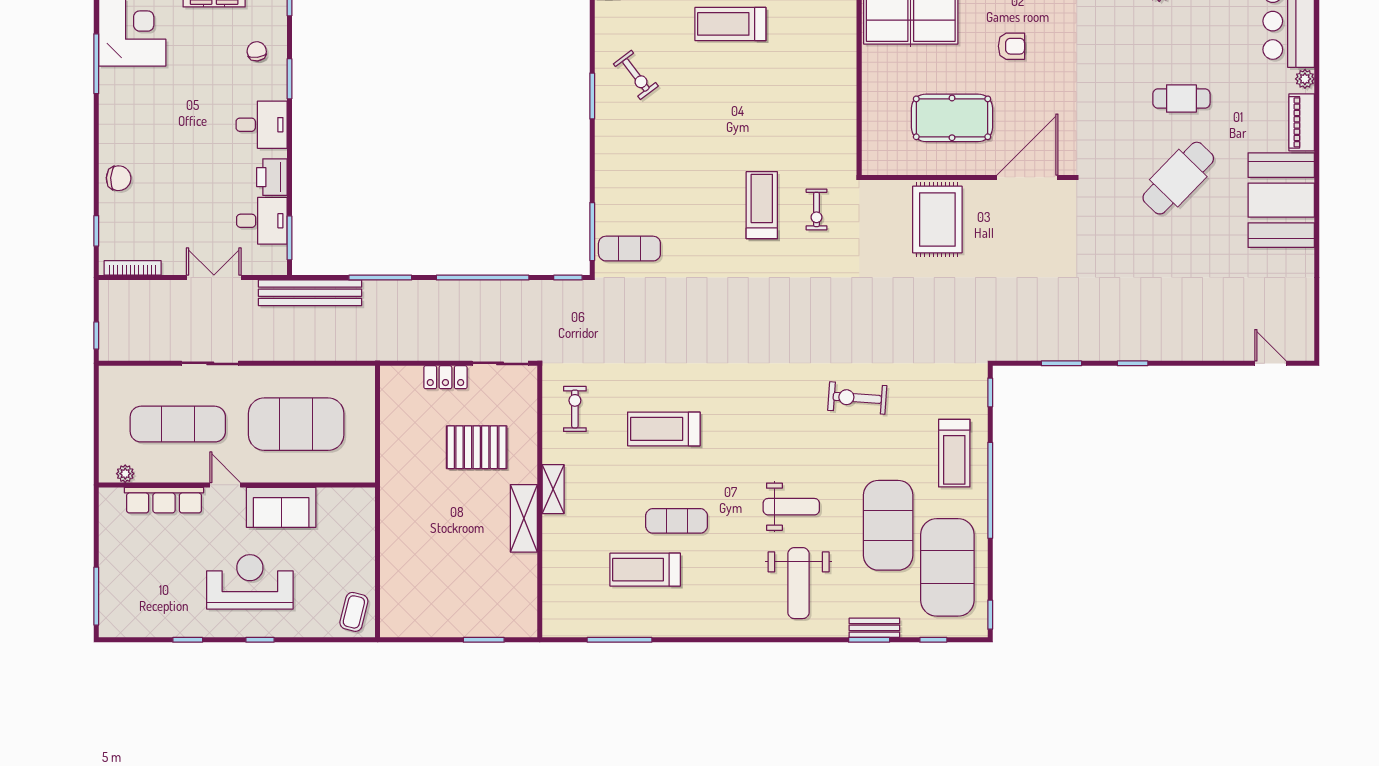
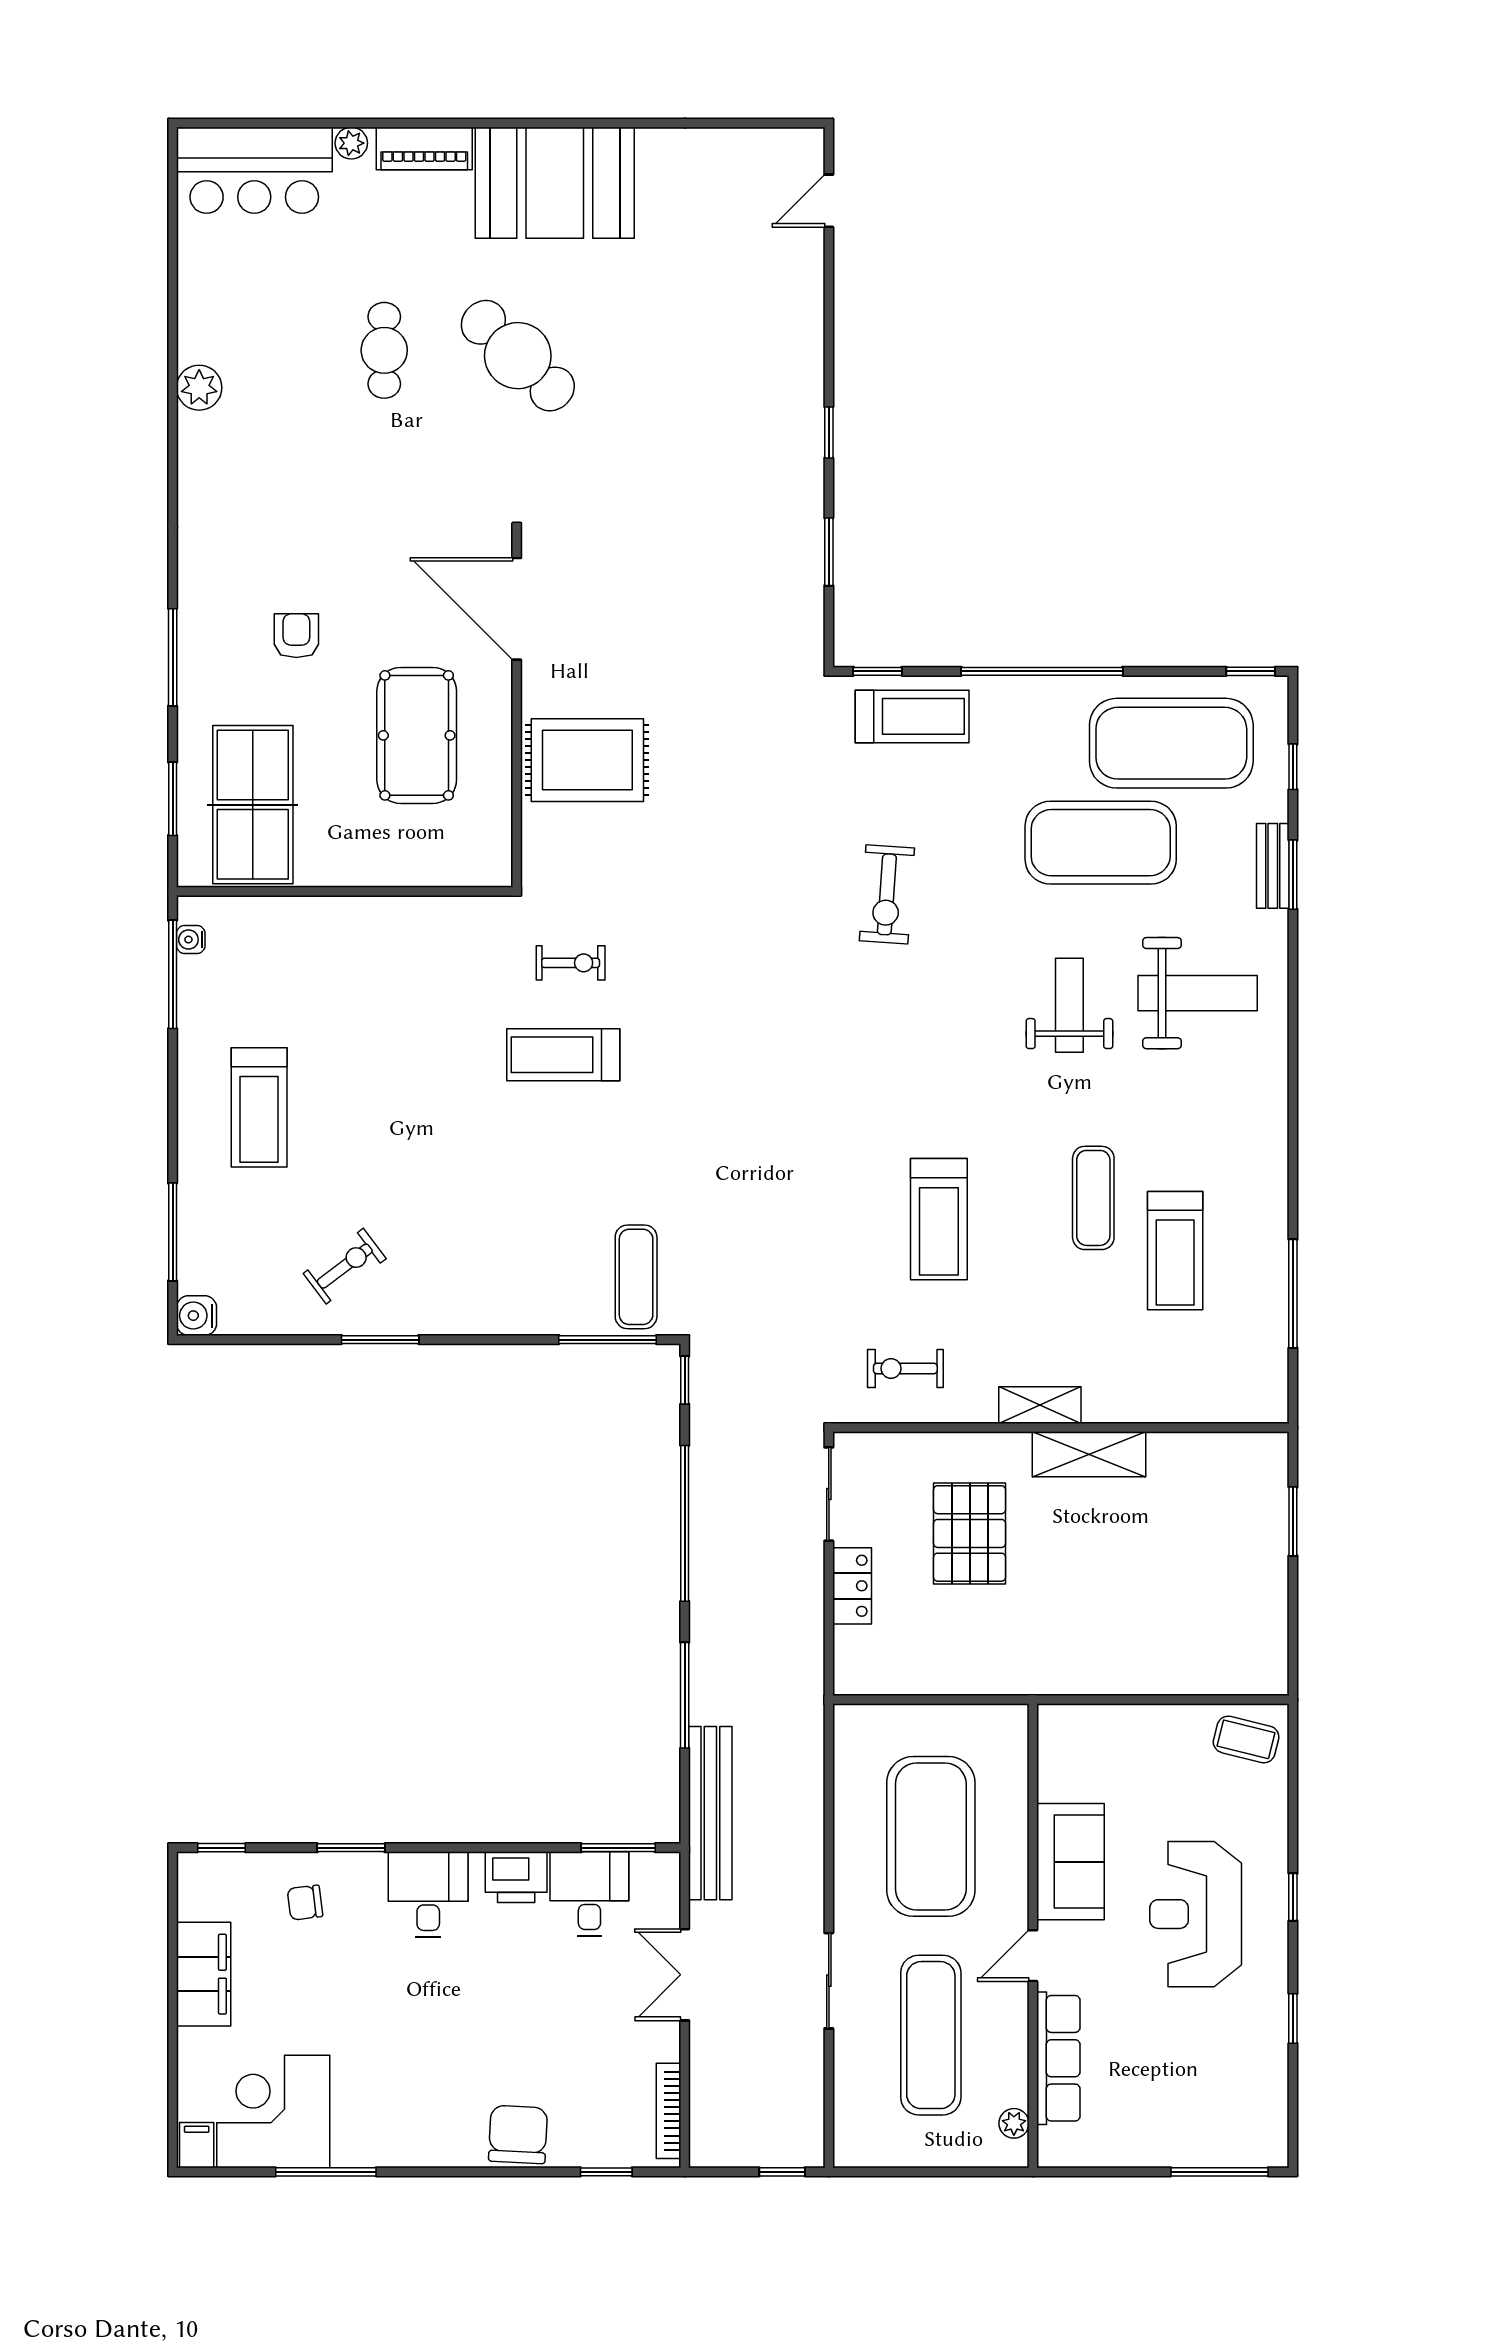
chair: (119, 178) -> (518, 2134), width x1.37, depth x1.37
treadmill: (954, 453) -> (912, 716), moved

